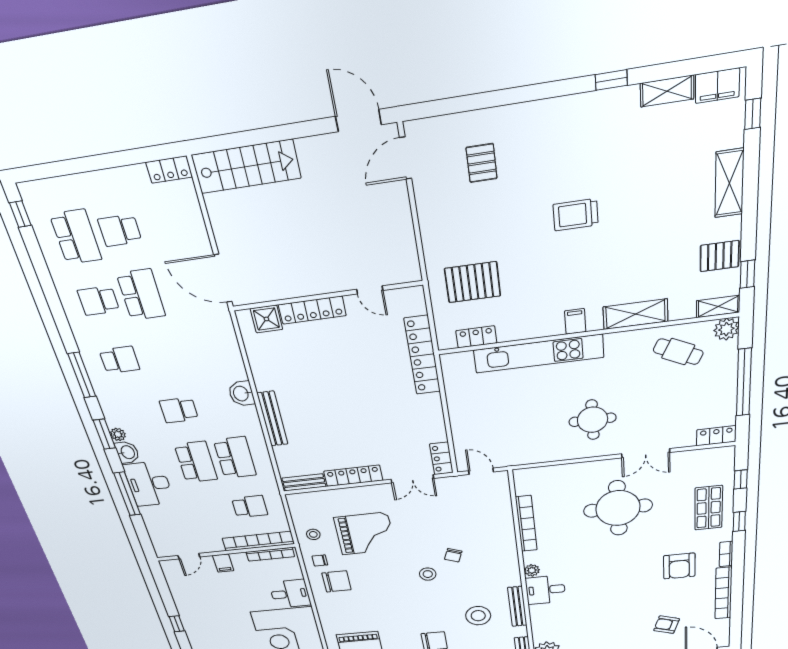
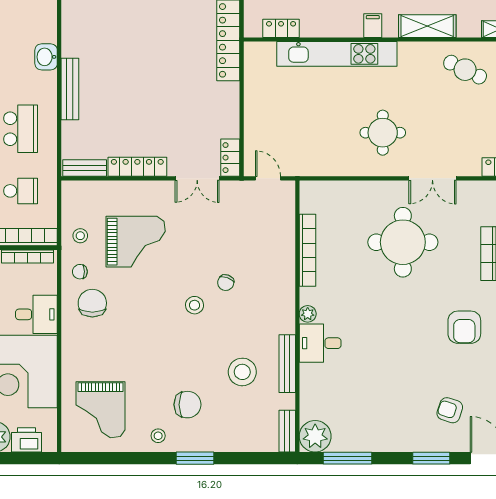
chair: (337, 581) -> (92, 303), turned -90

